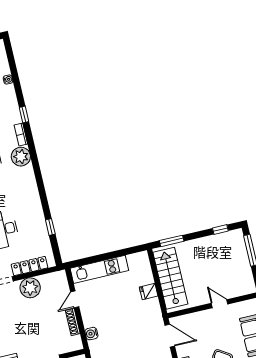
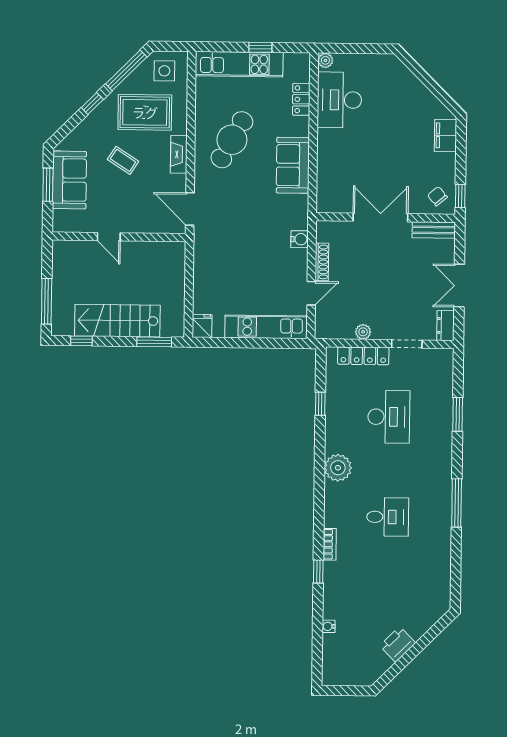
plant: (21, 157) -> (338, 468), moved
stairs: (170, 278) -> (117, 321), moved, turned 90
plant: (30, 288) -> (363, 332), width x0.53, depth x0.53
fridge: (149, 292) -> (202, 326), moved, turned -90

